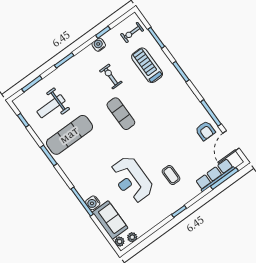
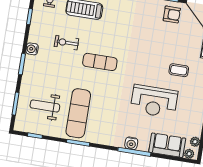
water cooler: (99, 45) -> (32, 49), moved
weight bench: (51, 106) -> (45, 106), turned 90
water cooler: (93, 203) -> (131, 143), moved

